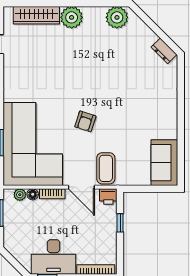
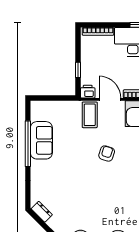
window: (181, 133) -> (28, 144), added
sofa: (164, 163) -> (41, 140), moved

